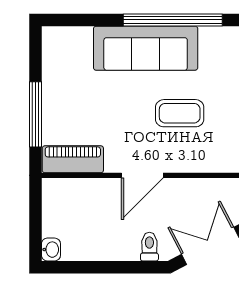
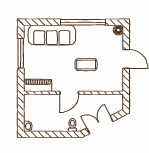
sofa: (146, 48) -> (52, 35), moved
window: (36, 114) -> (21, 53), moved

